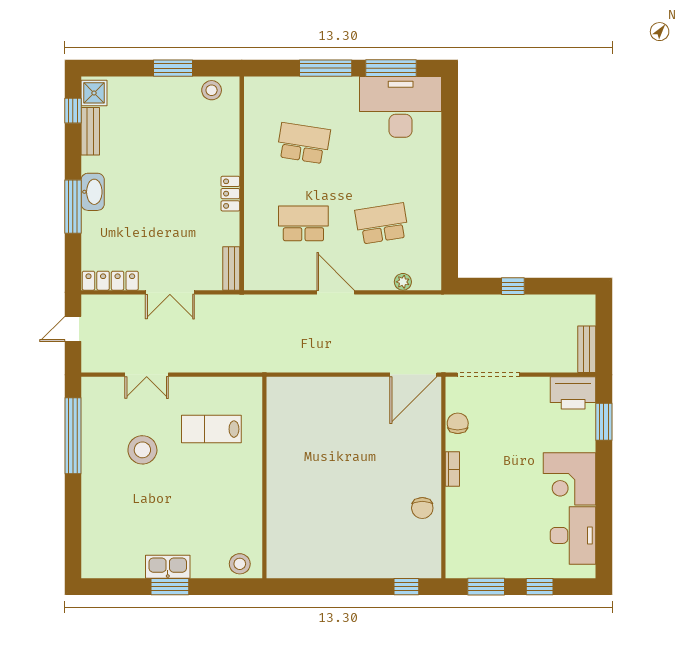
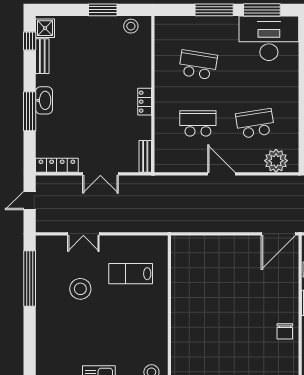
plant: (403, 282) -> (276, 161), width x1.88, depth x1.88

